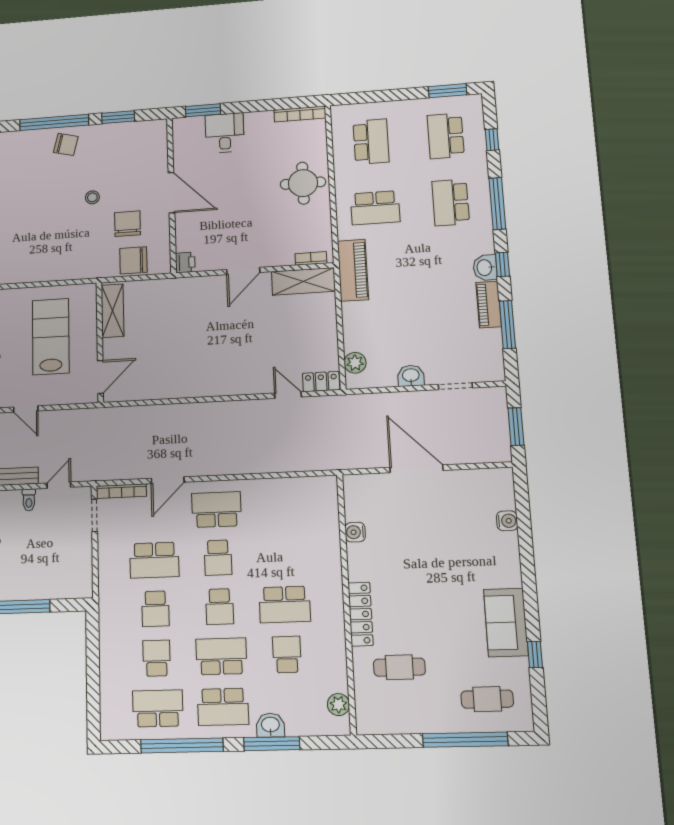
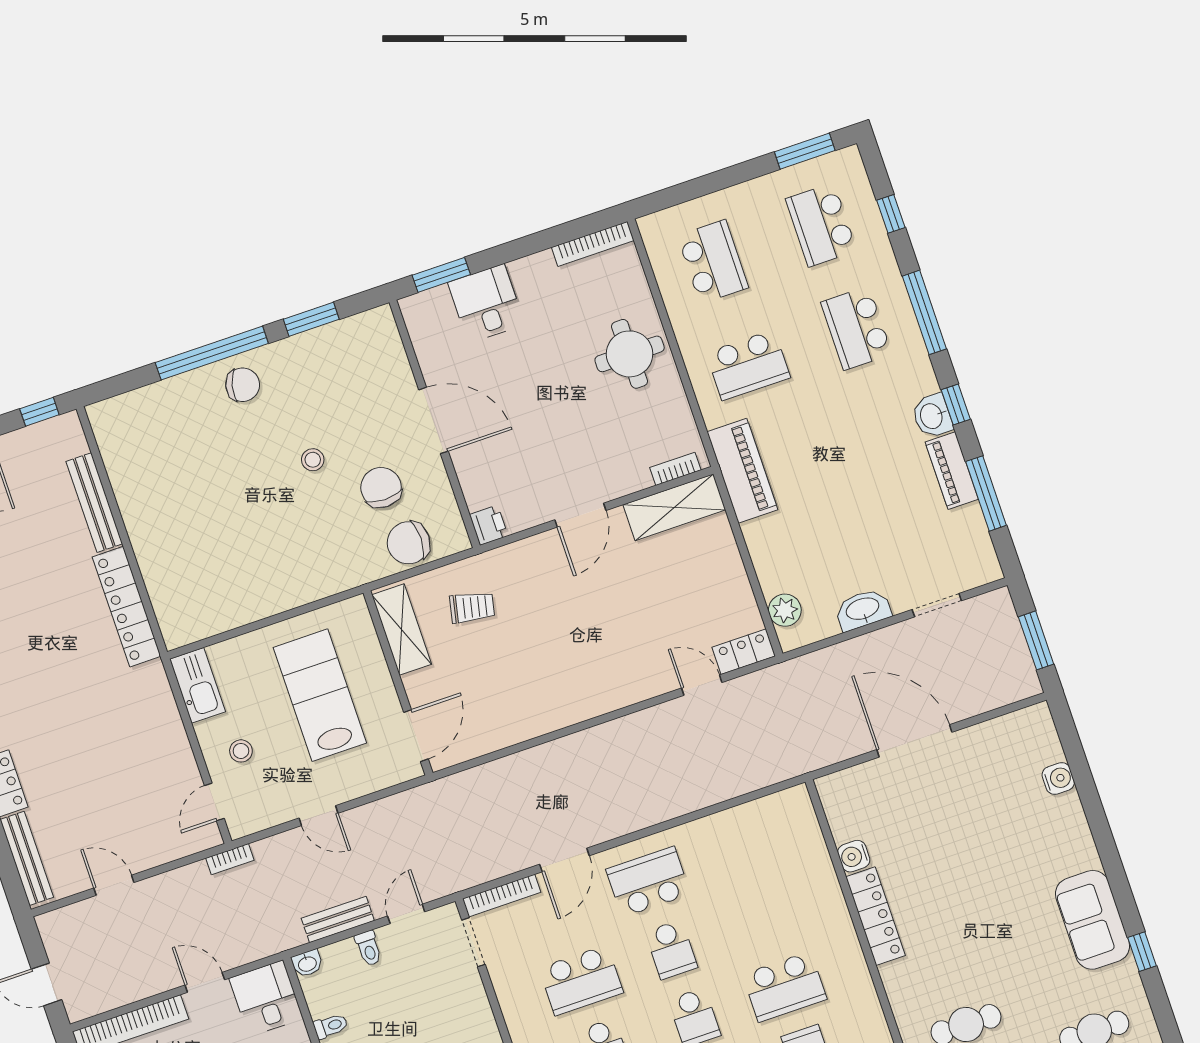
trolley: (160, 309) -> (472, 607), added
washbasin: (411, 376) -> (863, 610), width x1.38
locker: (360, 614) -> (875, 916), moved

